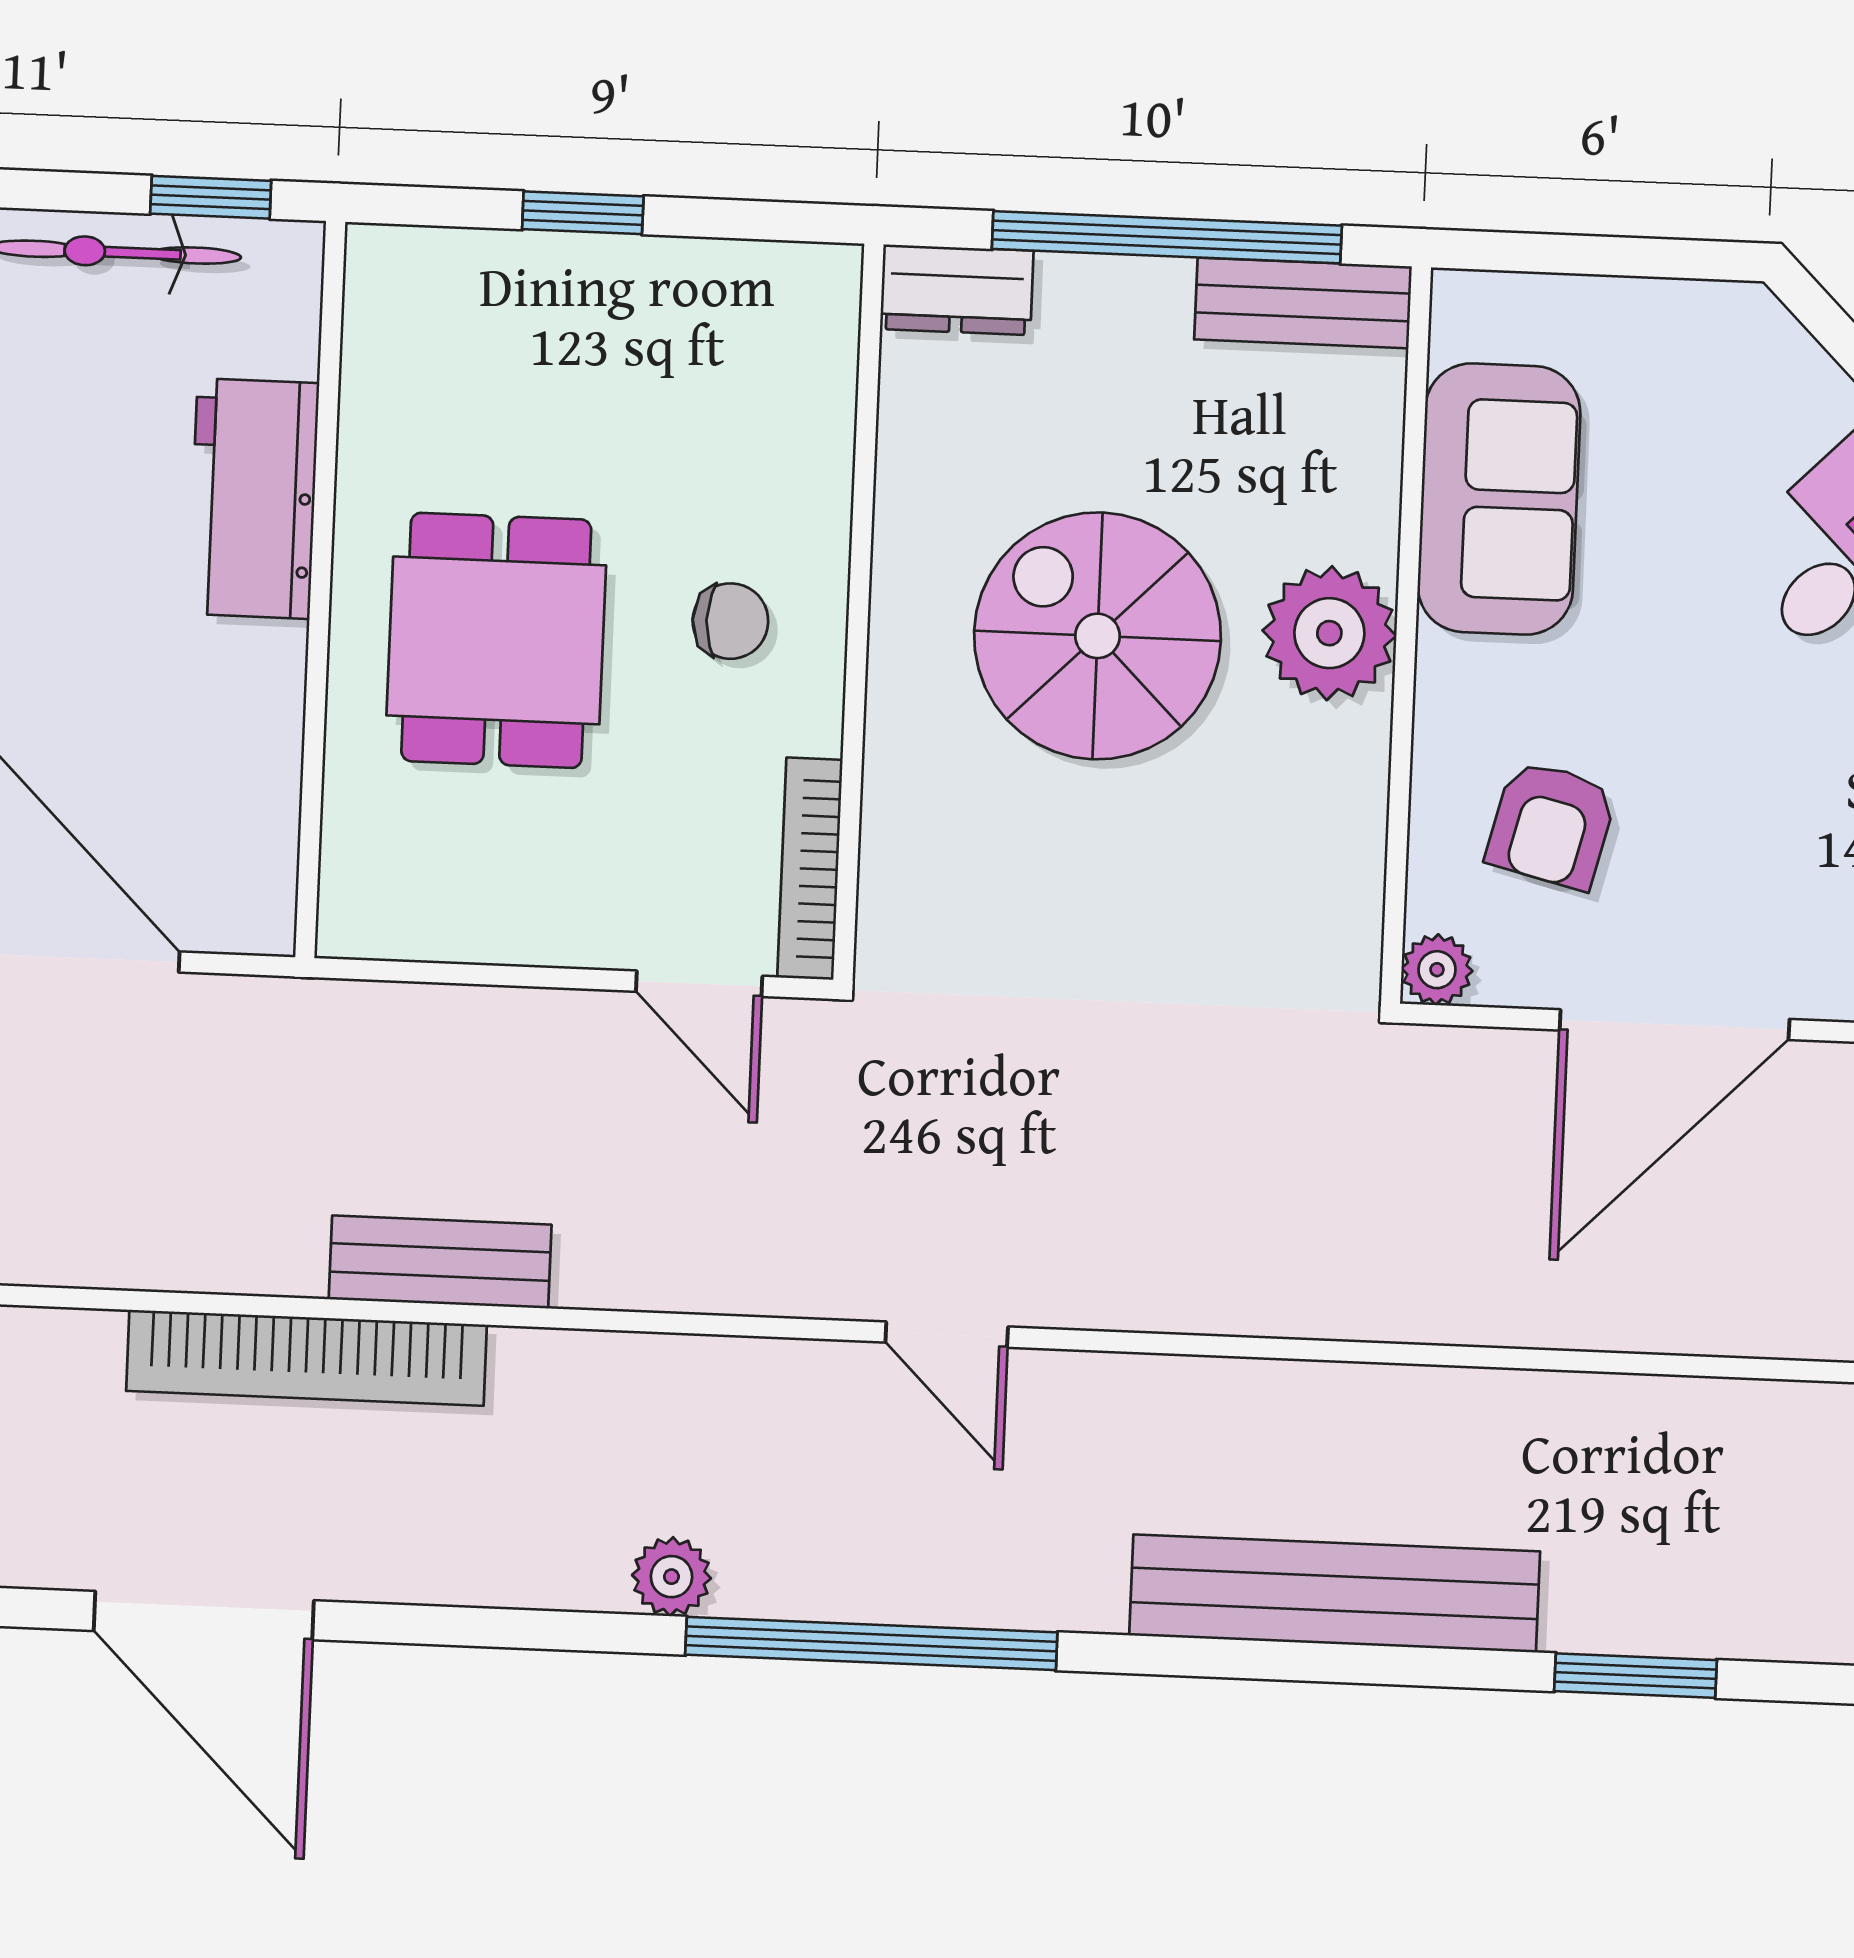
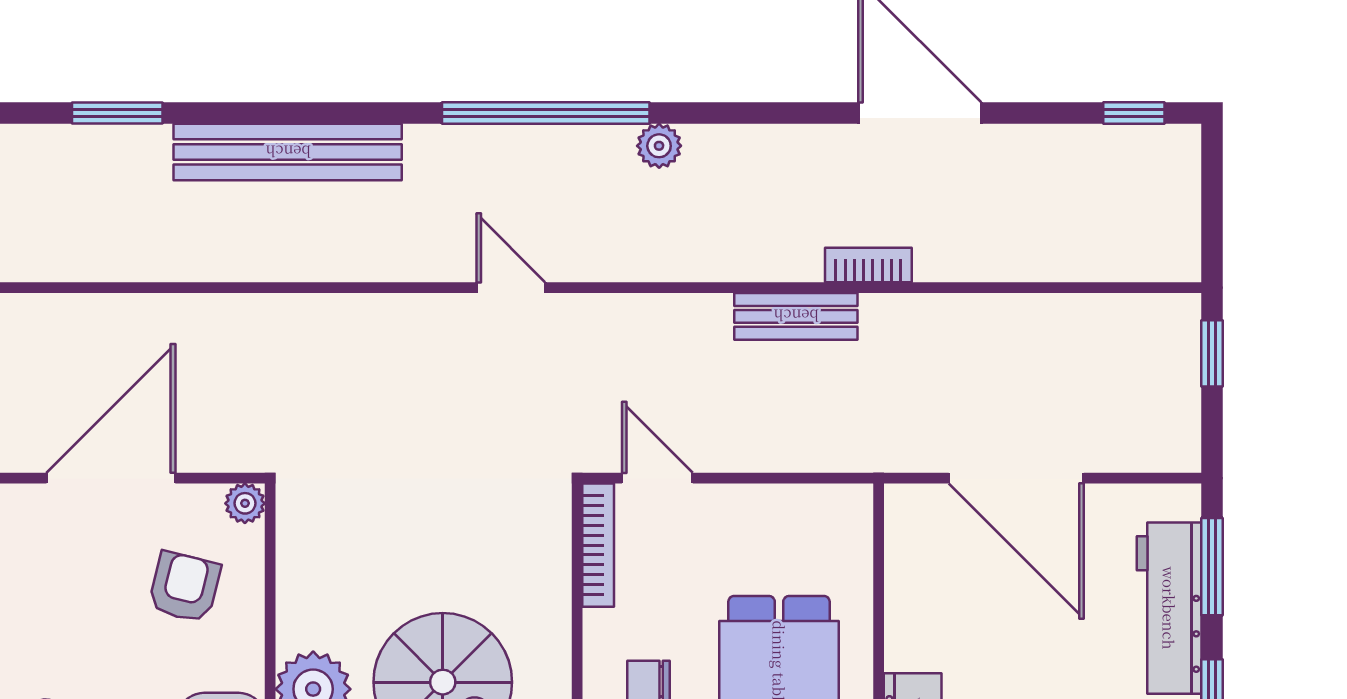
bookcase: (307, 1358) -> (868, 265), width x0.43, depth x0.76

